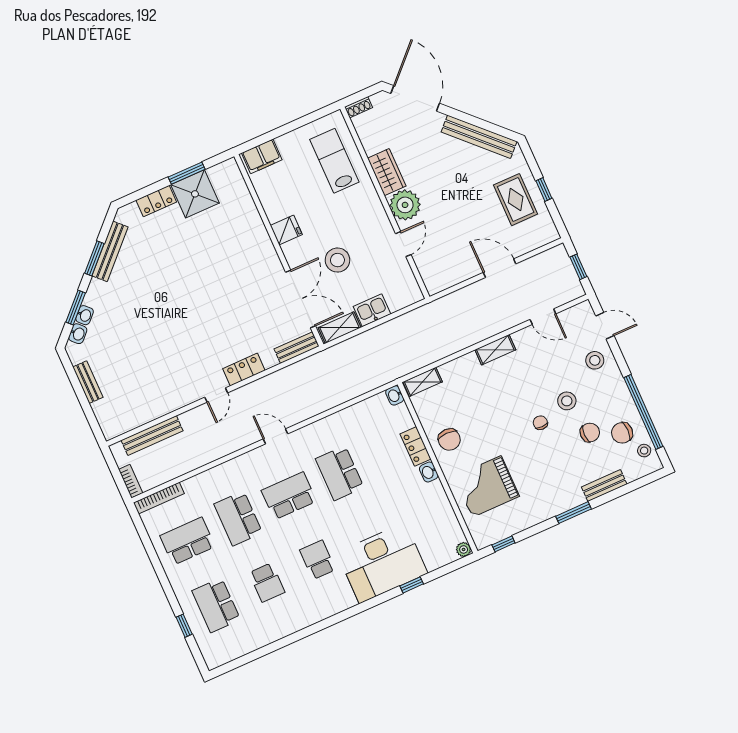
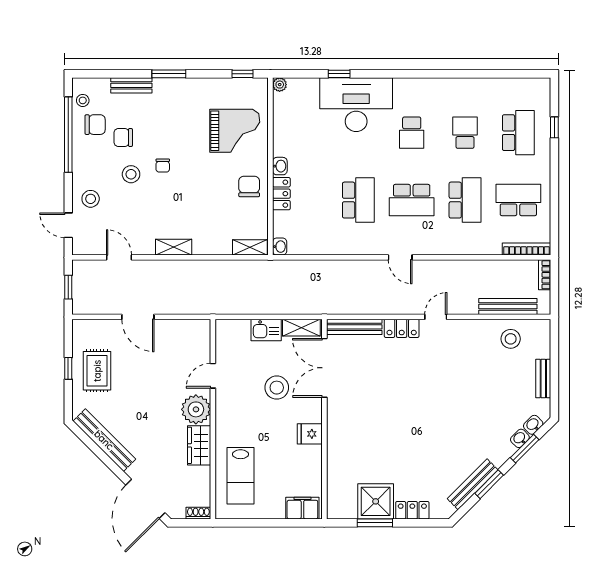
bench: (297, 348) -> (354, 327), width x1.36
stool: (136, 406) -> (511, 339), added
school desk: (187, 541) -> (518, 200), turned 180

